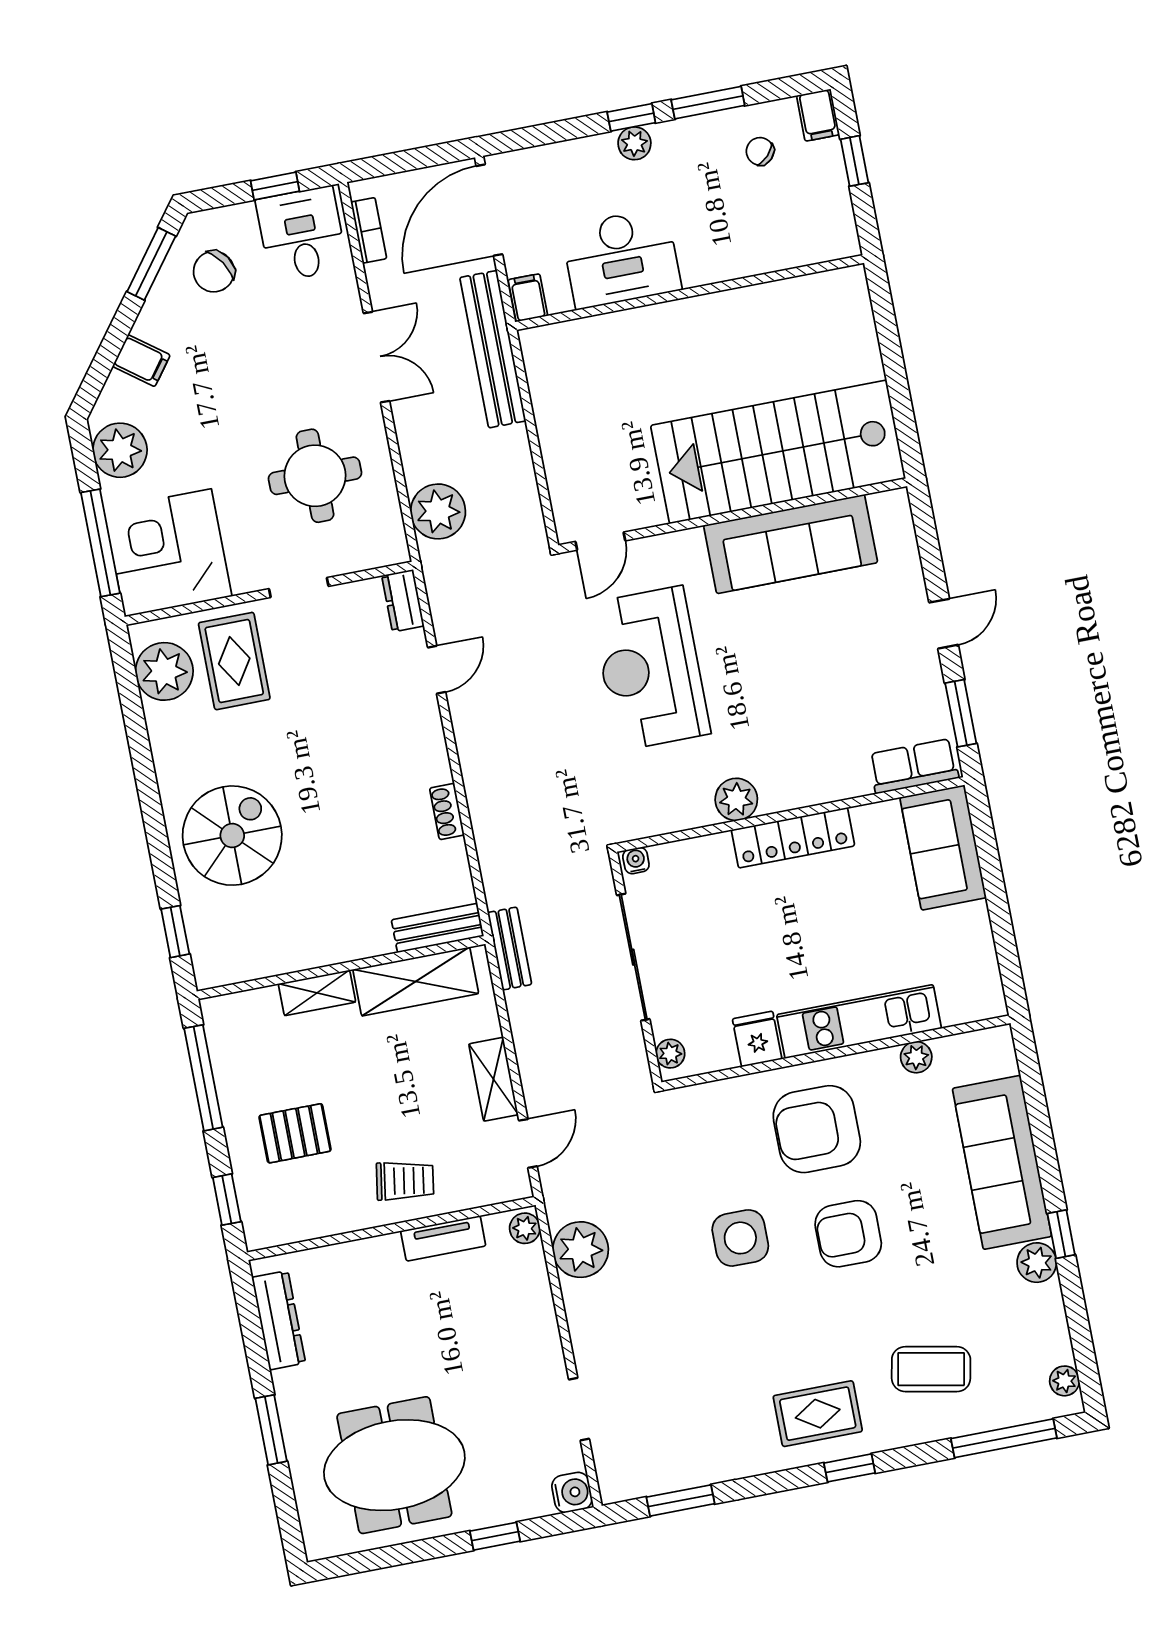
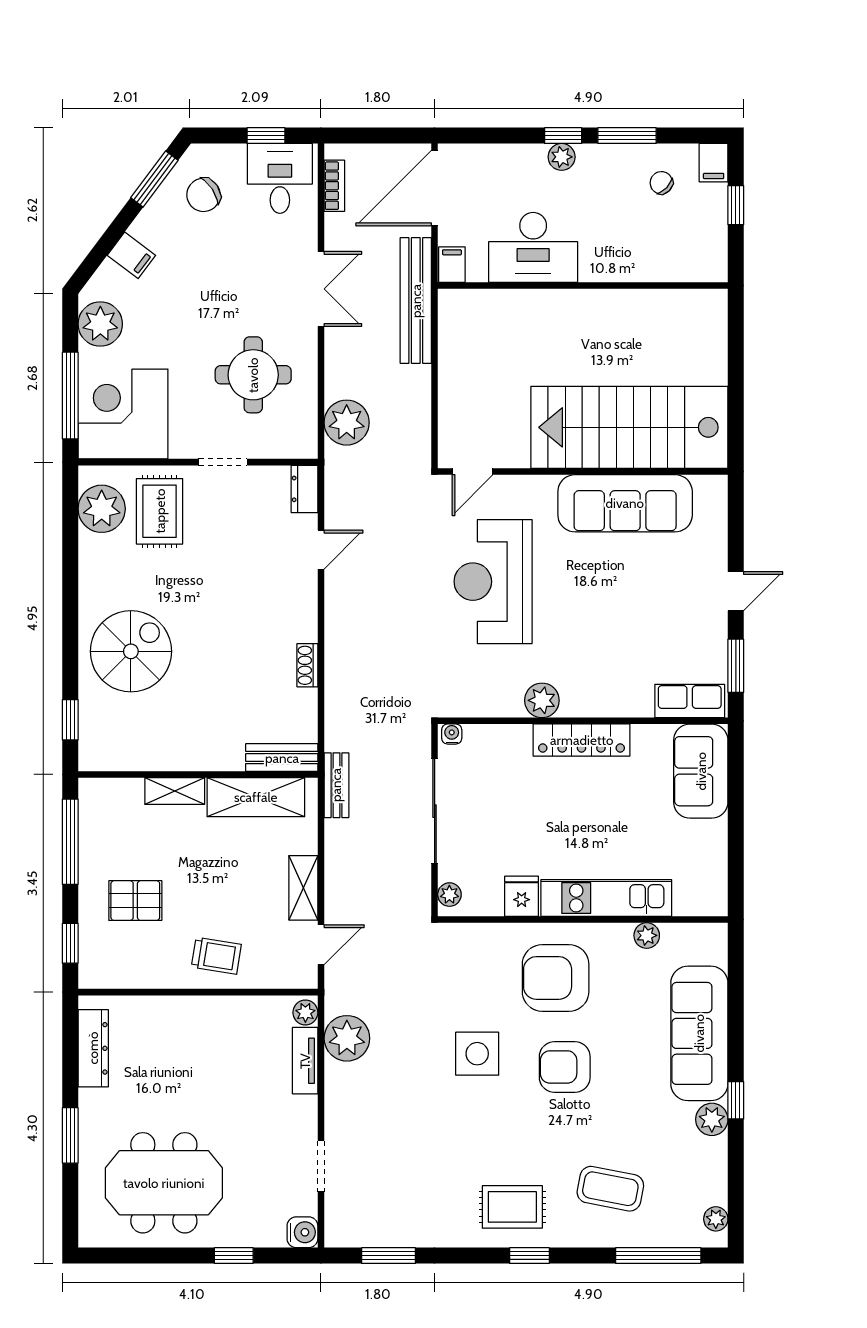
tv unit: (443, 1238) -> (305, 1061), moved, turned 90

